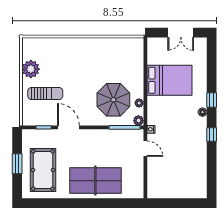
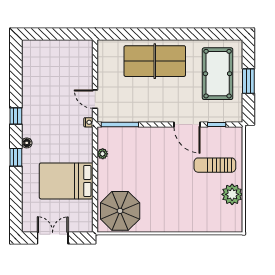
parasol: (113, 100) -> (120, 211), moved
plant: (138, 121) -> (103, 133), removed

